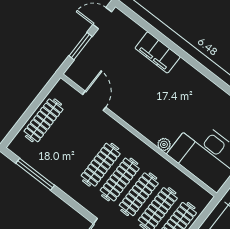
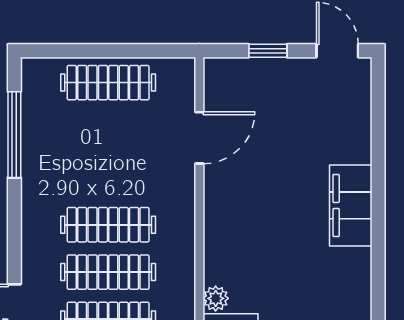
window: (81, 46) -> (268, 51), width x0.67
filing cabinet: (158, 52) -> (351, 205), moved

